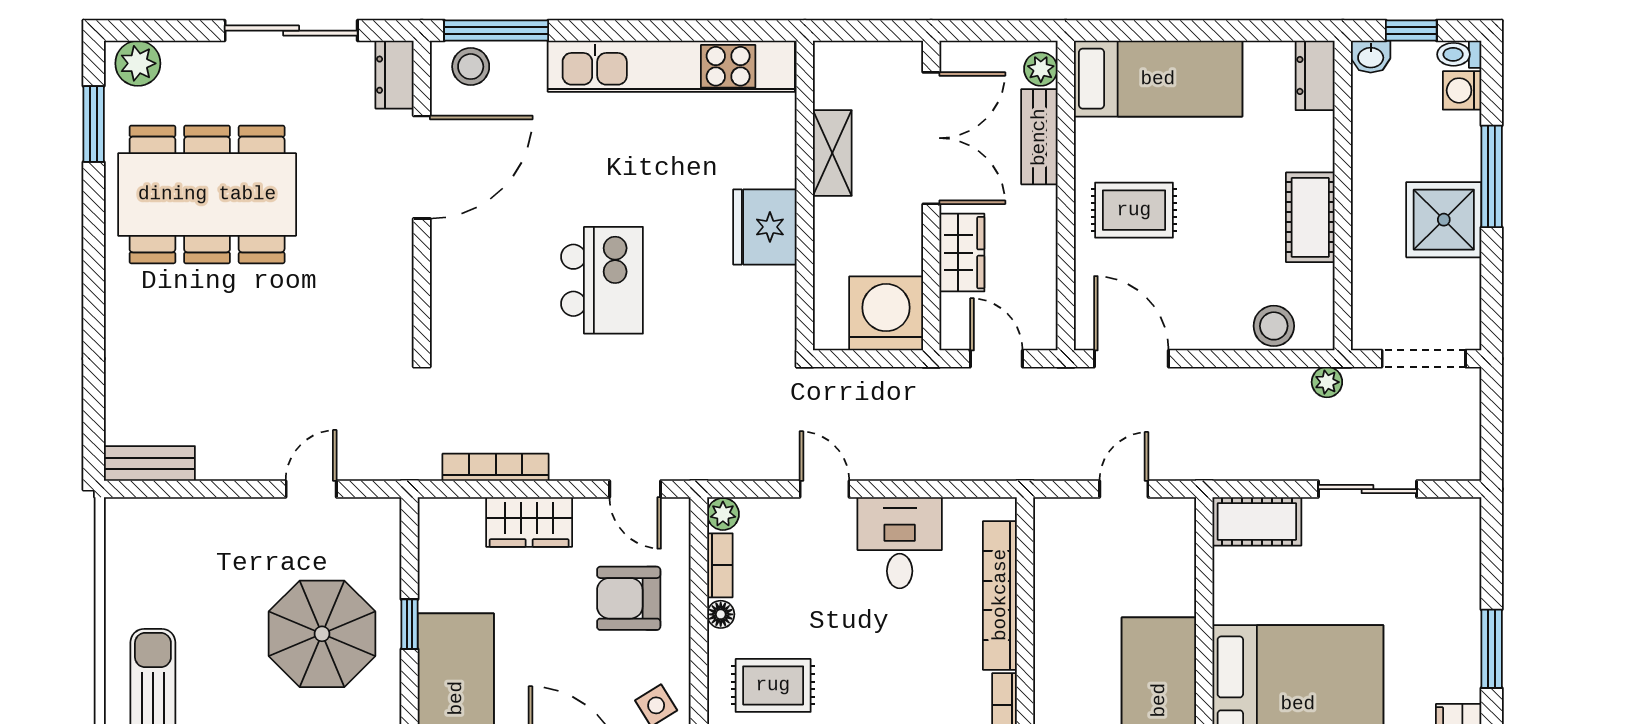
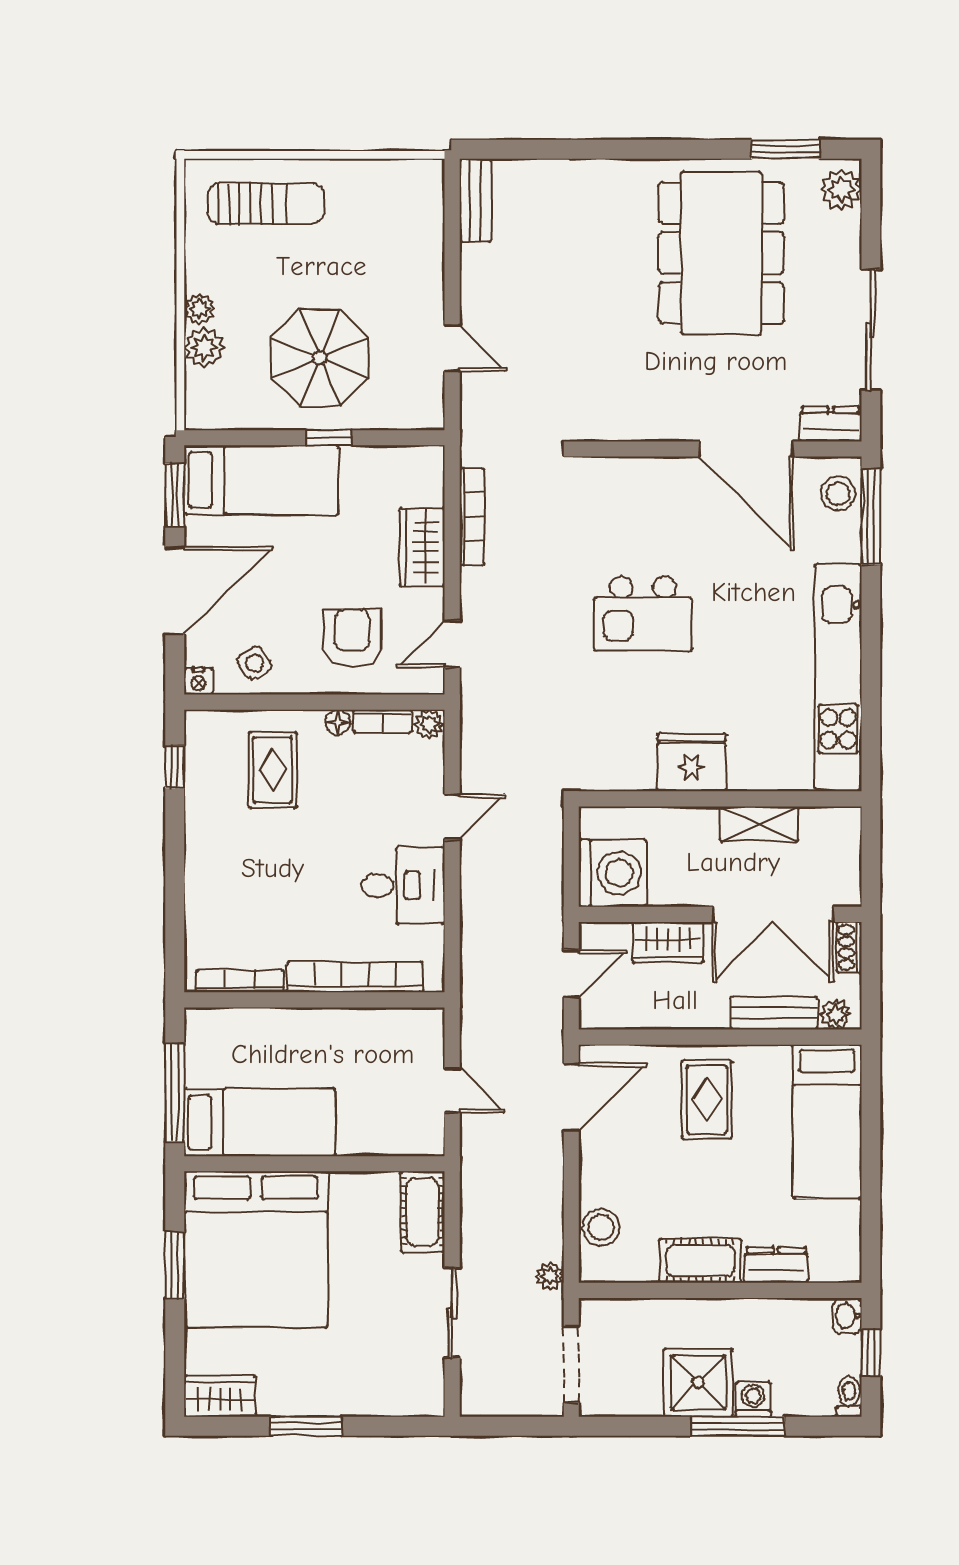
shoe rack: (967, 54) -> (849, 947), added
dresser: (1315, 75) -> (776, 1265), moved
washing machine: (1462, 90) -> (753, 1399), moved

